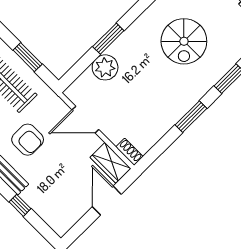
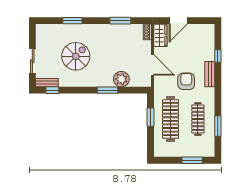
window: (191, 117) -> (120, 21), moved

